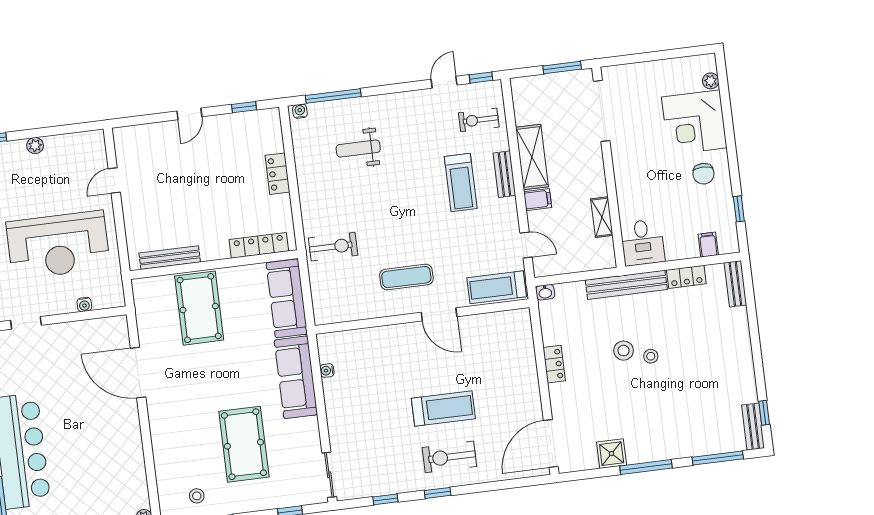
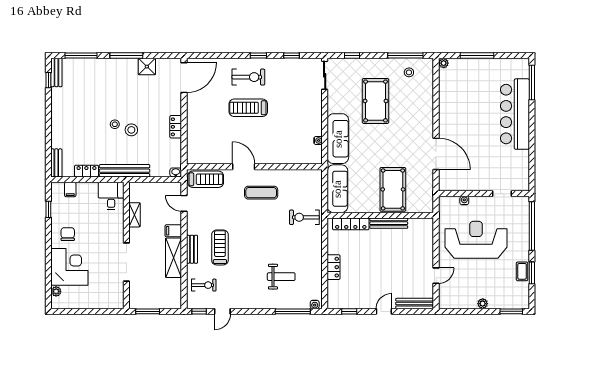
doorway: (602, 111) -> (126, 262), moved
bench: (142, 132) -> (415, 303), added
bench: (170, 258) -> (389, 223), moved

